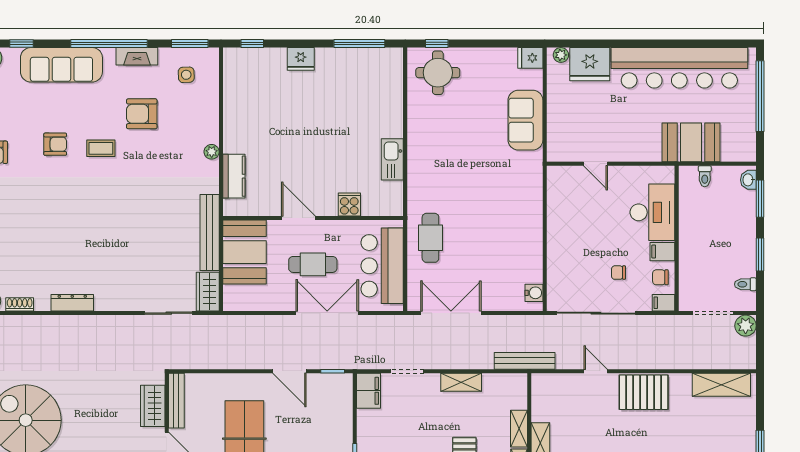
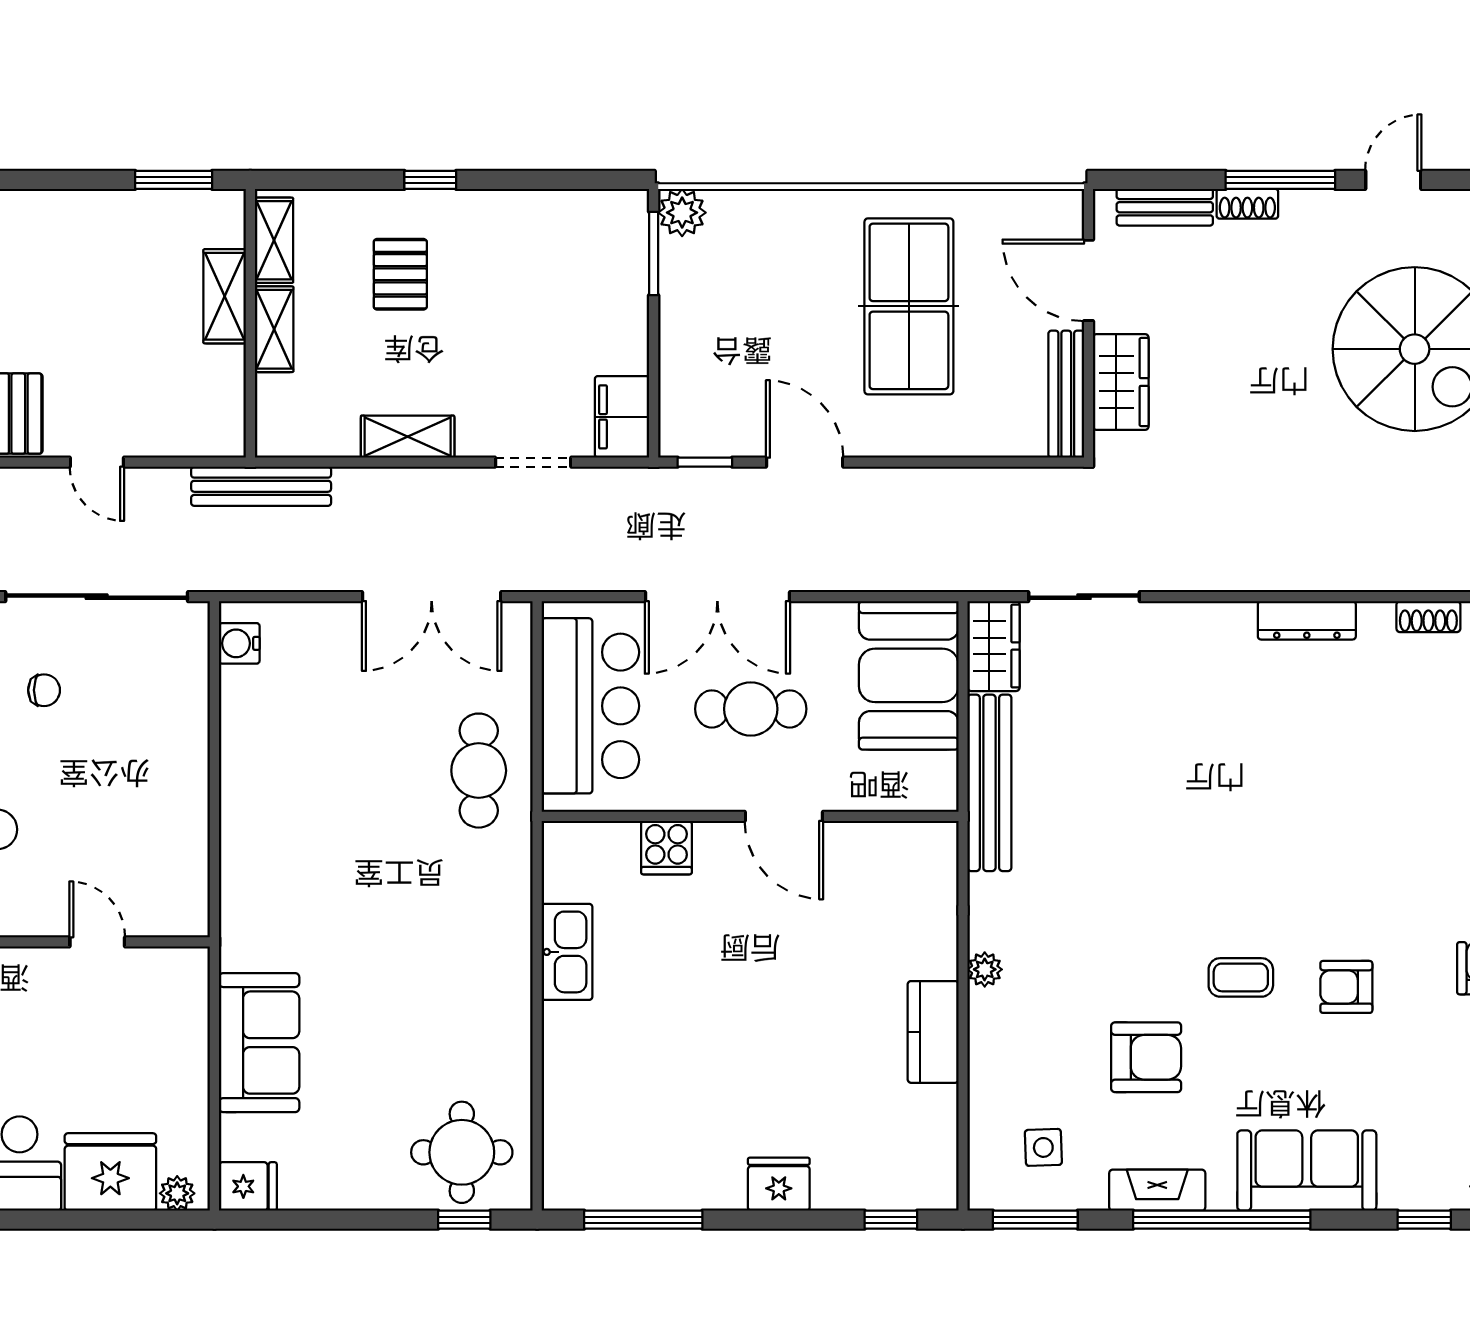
sofa: (61, 65) -> (1307, 1171), width x0.73
kitchen counter: (234, 176) -> (933, 1032), moved
booth: (244, 252) -> (909, 675), moved

